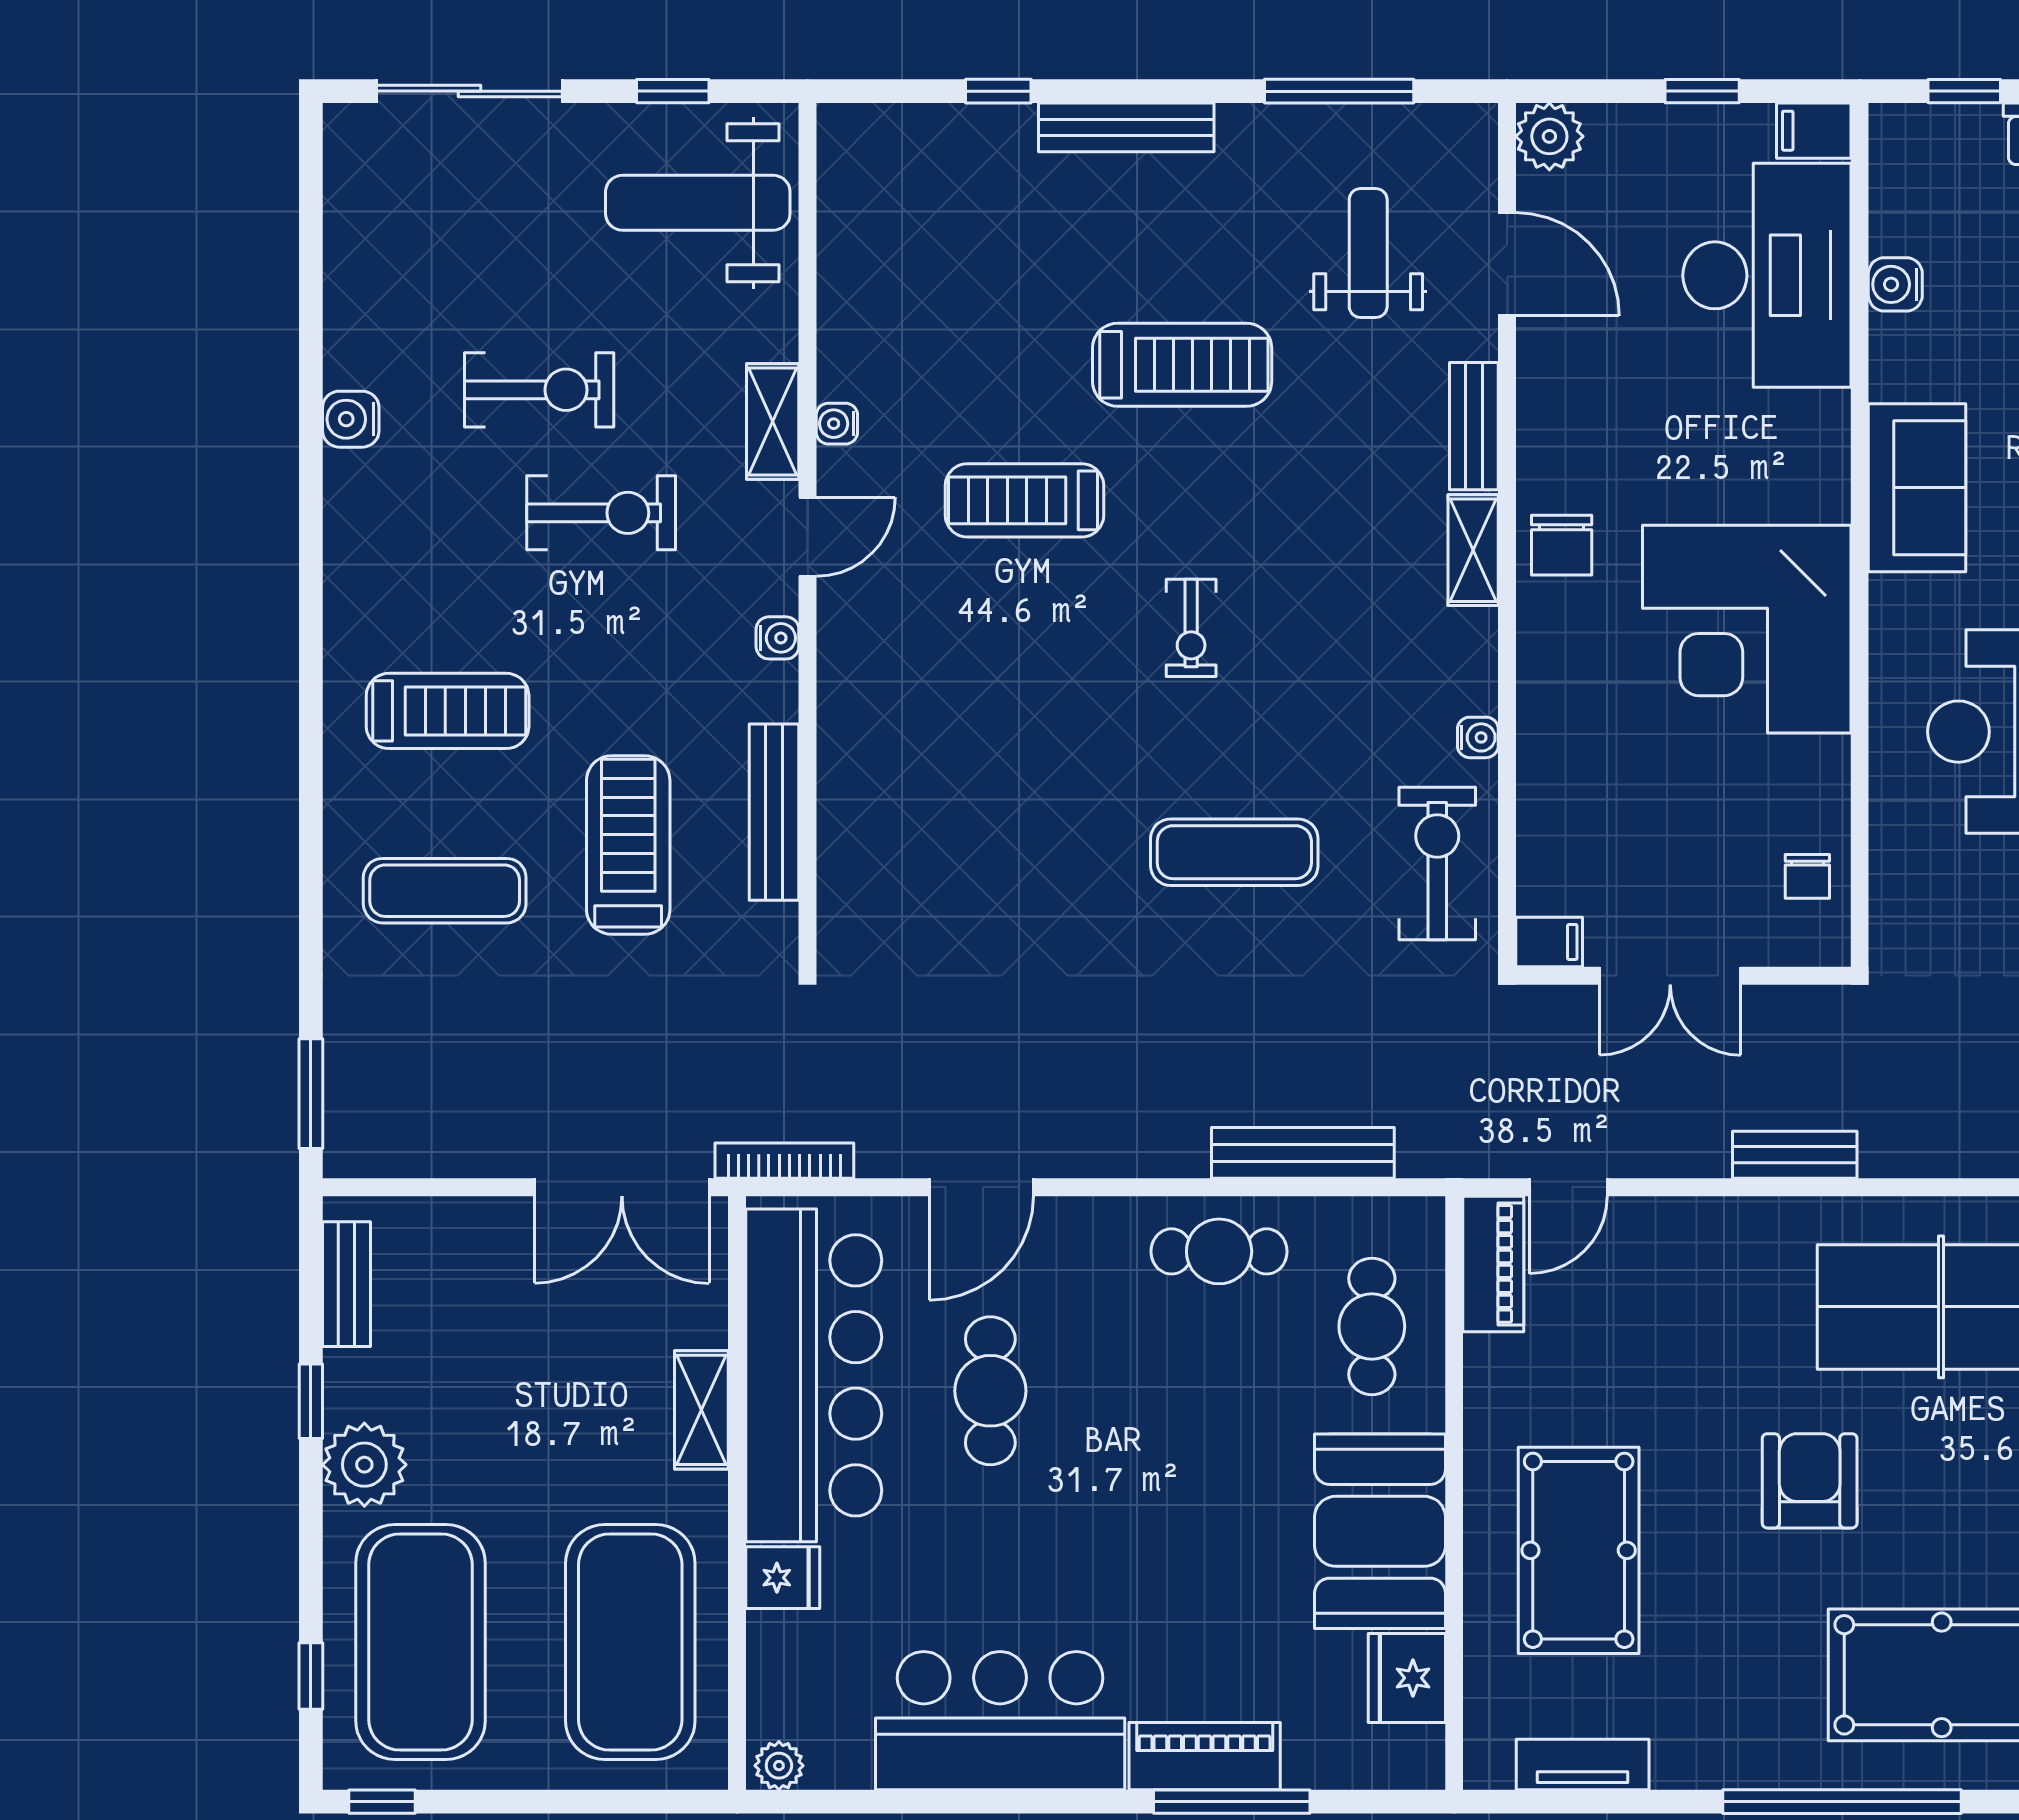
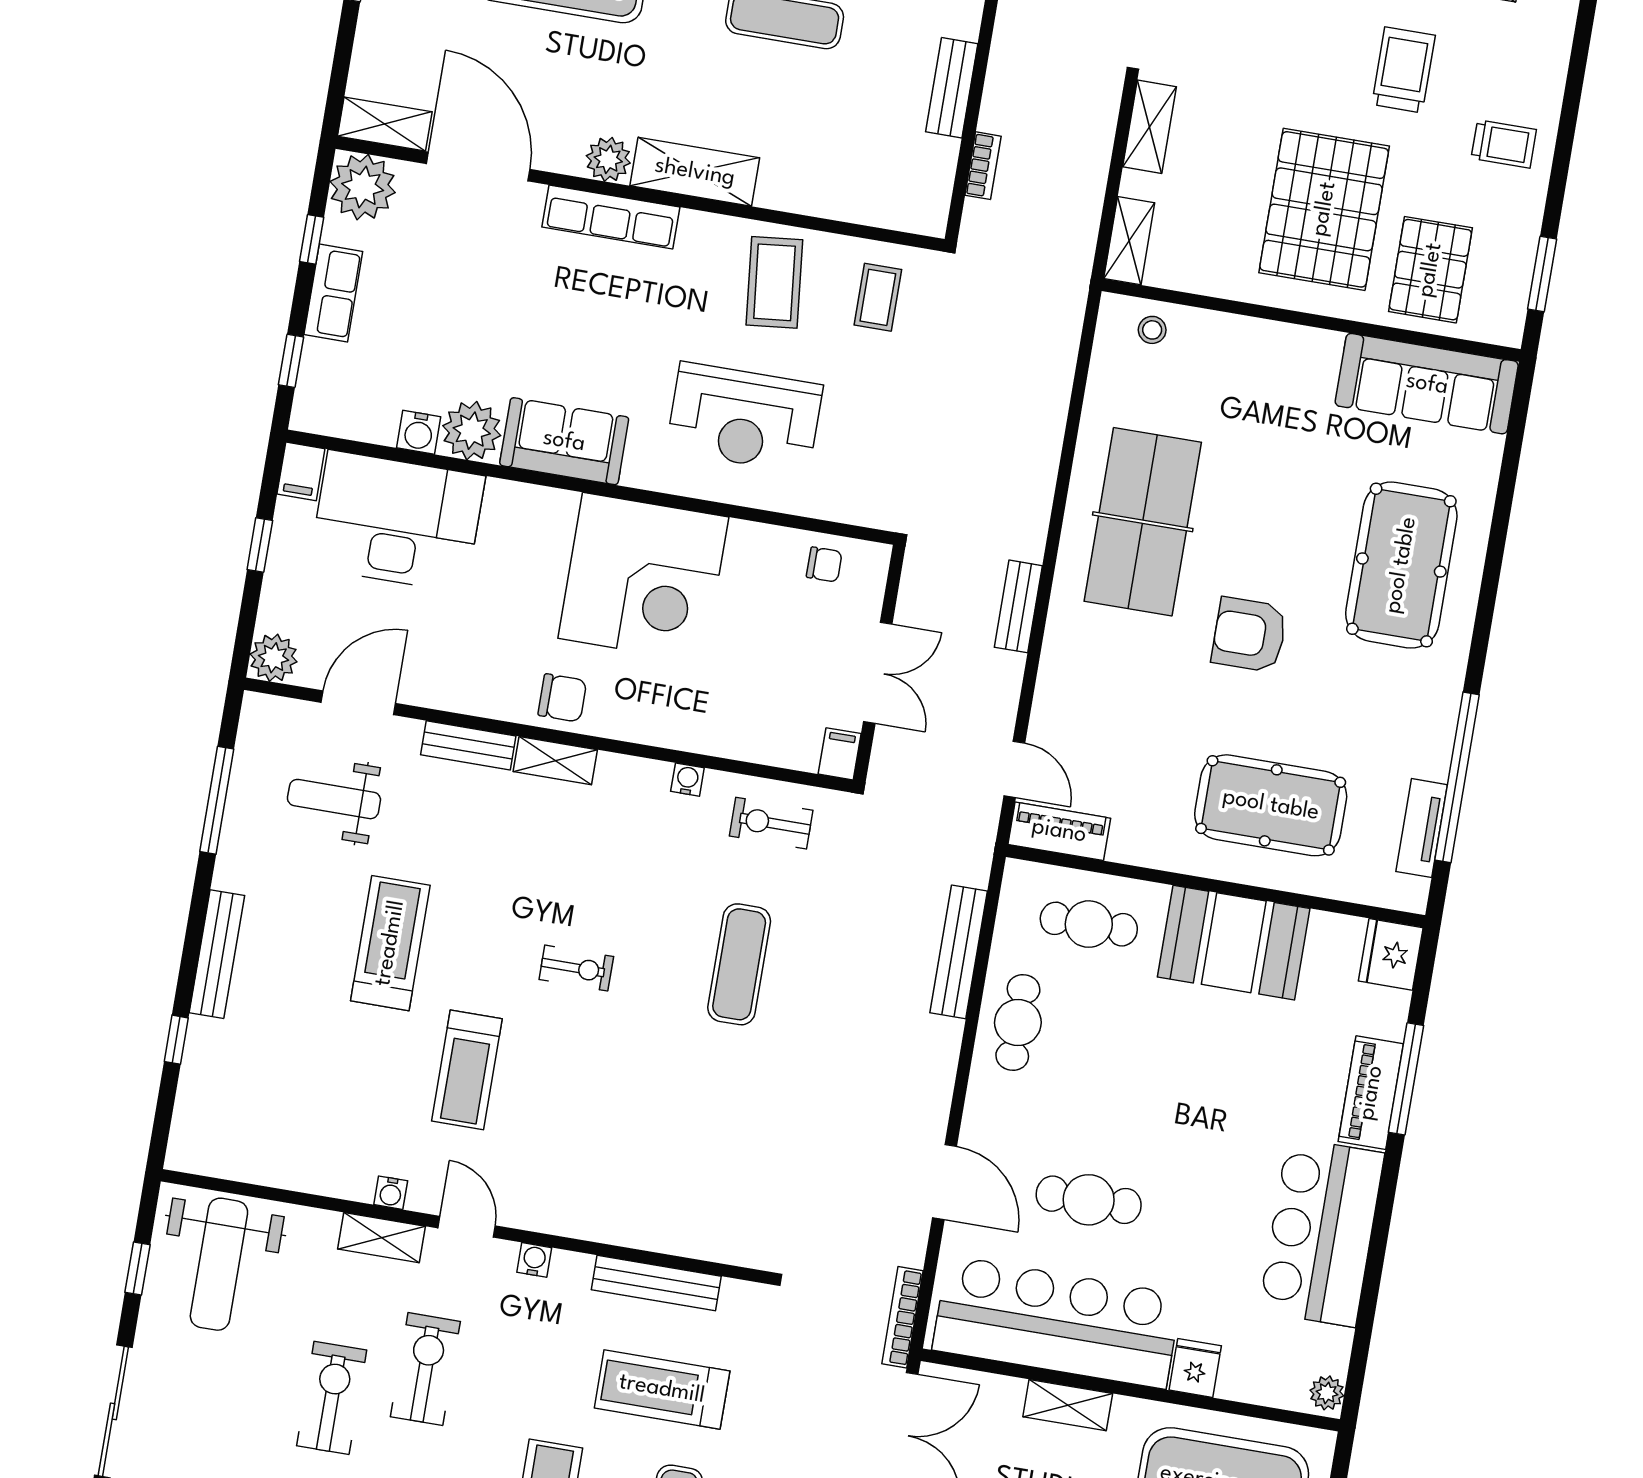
plant: (1910, 357) -> (472, 431), added
exercise bike: (1437, 864) -> (771, 823), width x0.73, depth x0.72
fridge: (1407, 1678) -> (1391, 954), moved, turned 90
window: (1842, 1802) -> (1457, 777), moved

